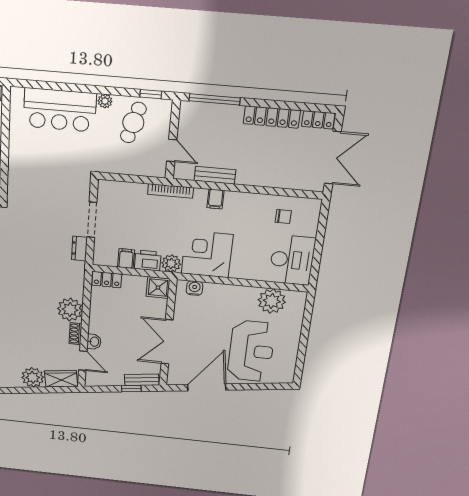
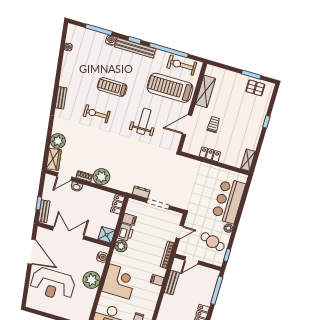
door: (129, 178) -> (180, 232), added
corner desk: (207, 254) -> (119, 281), moved
plant: (272, 301) -> (92, 280), moved

